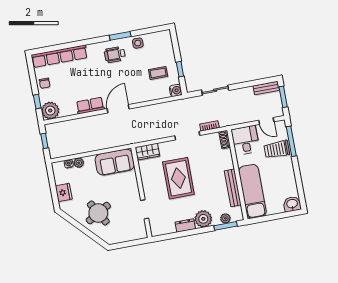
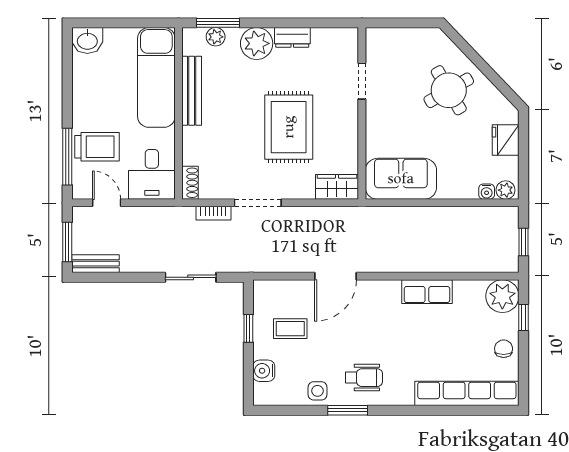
water cooler: (176, 90) -> (264, 371), moved
door: (118, 109) -> (336, 276), moved
plant: (79, 163) -> (506, 190), moved

